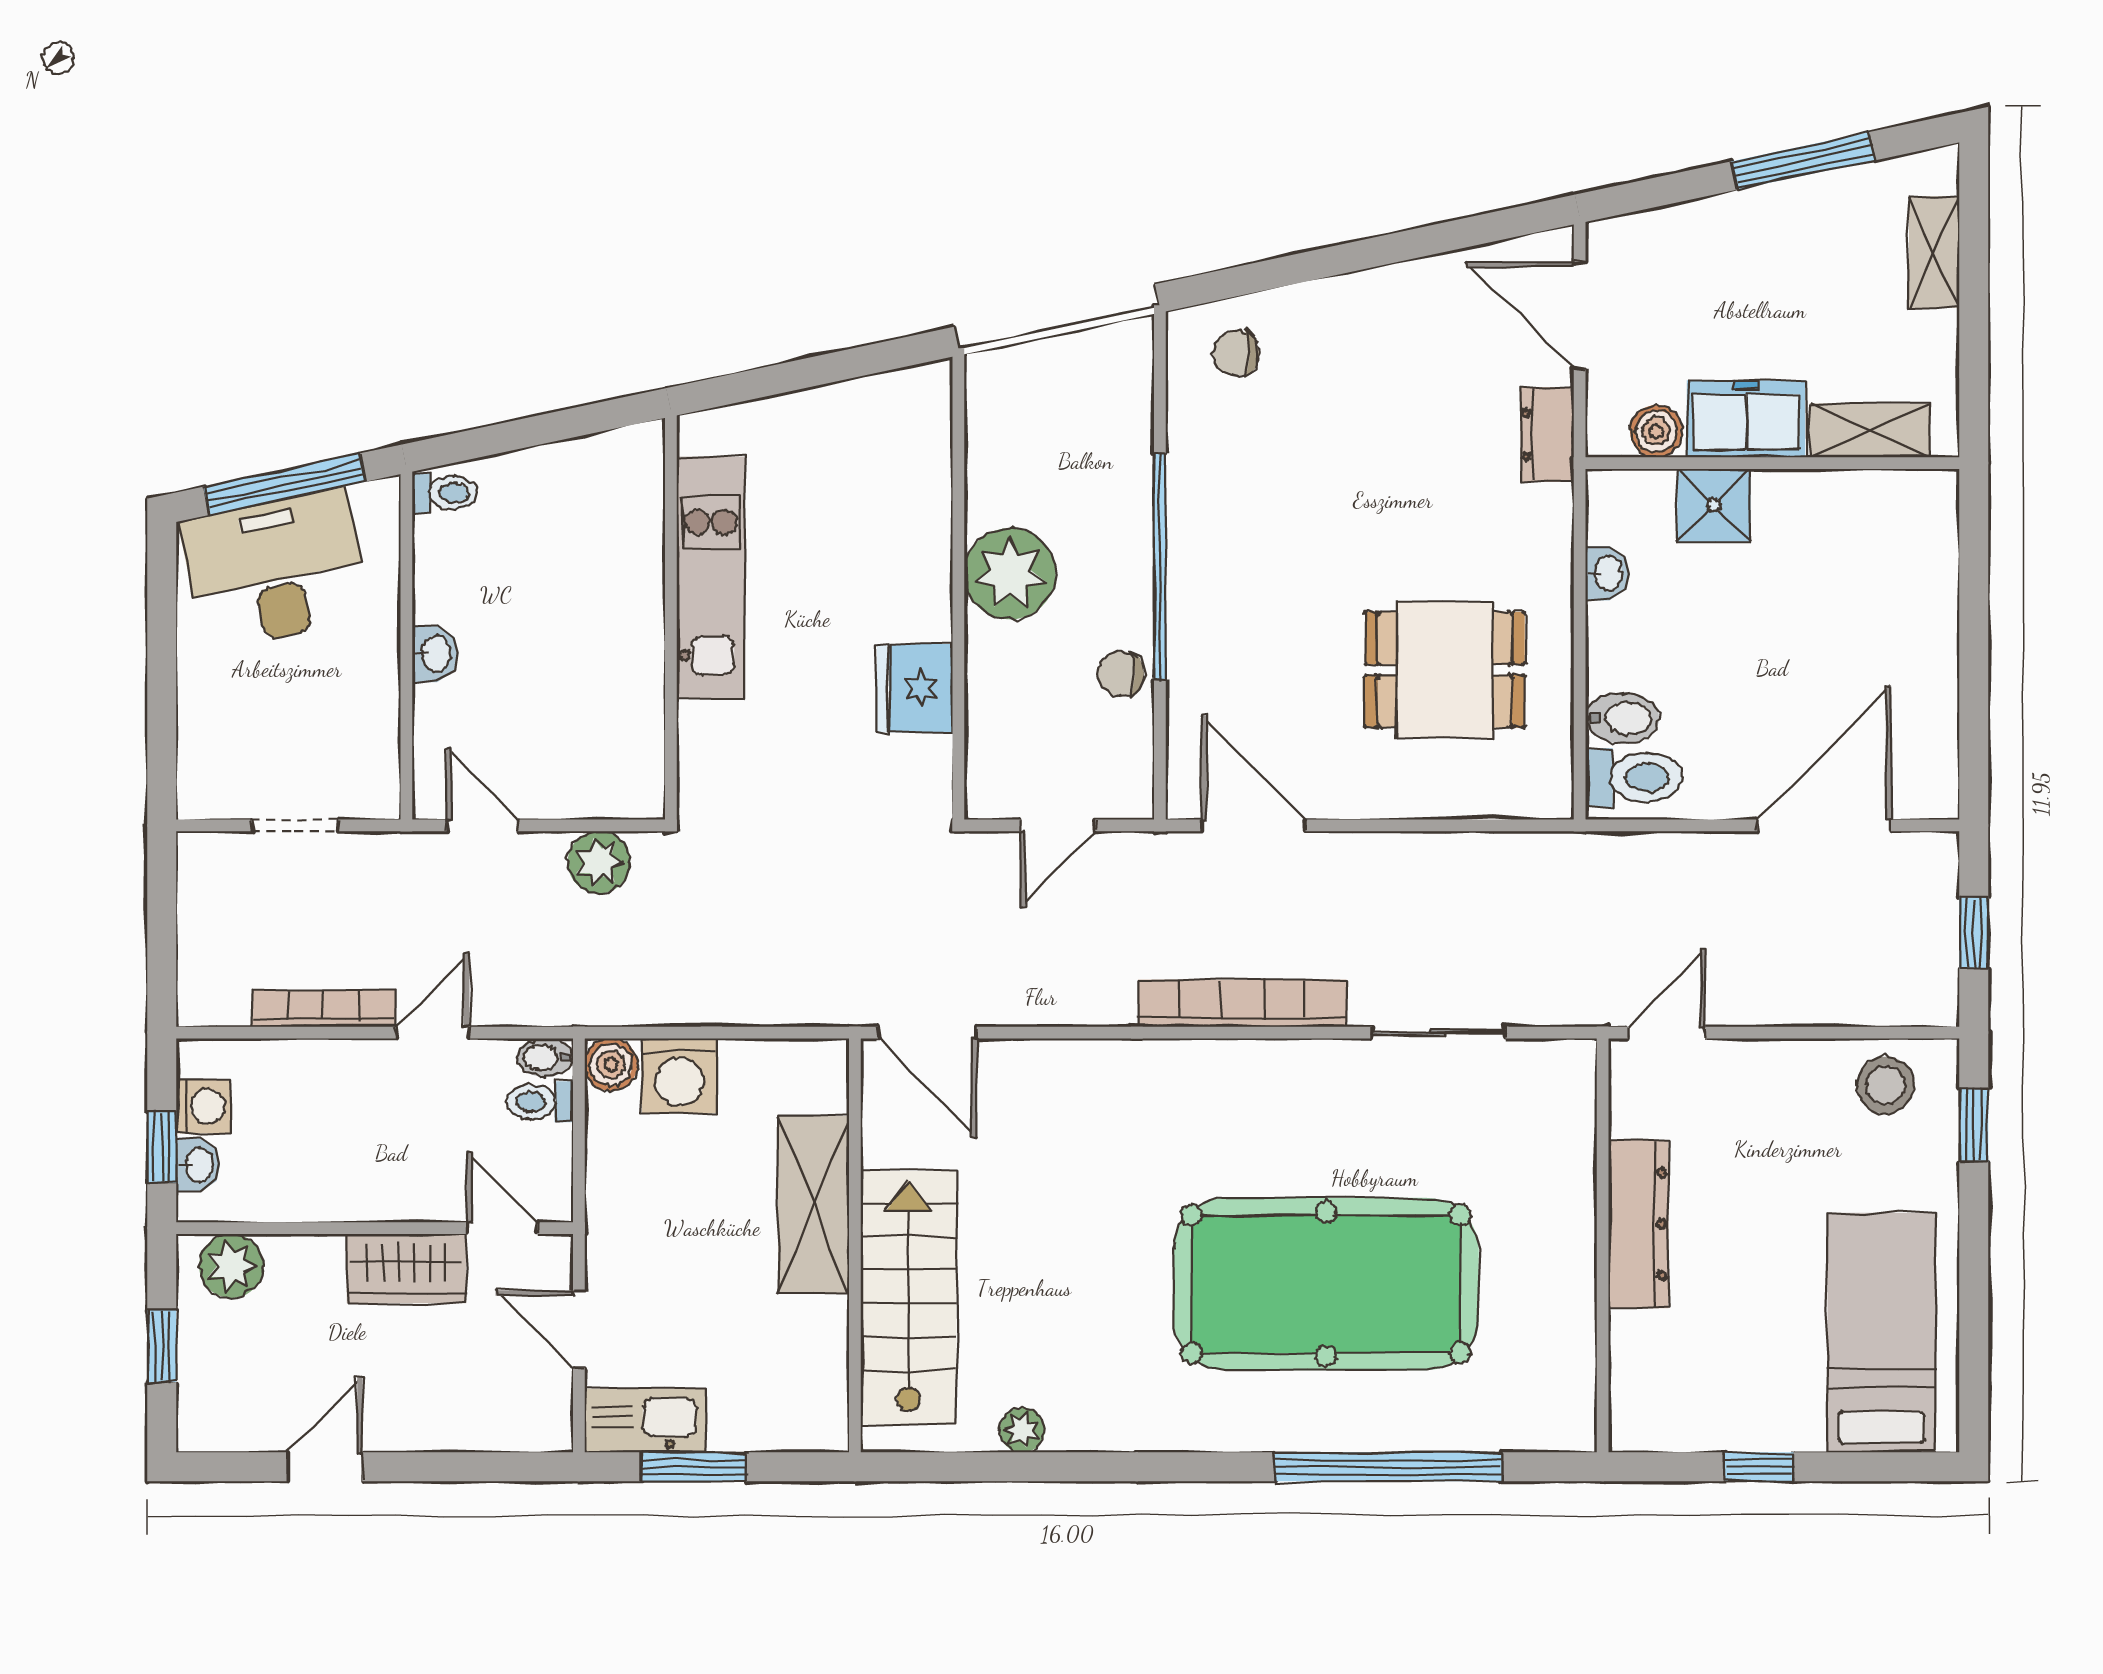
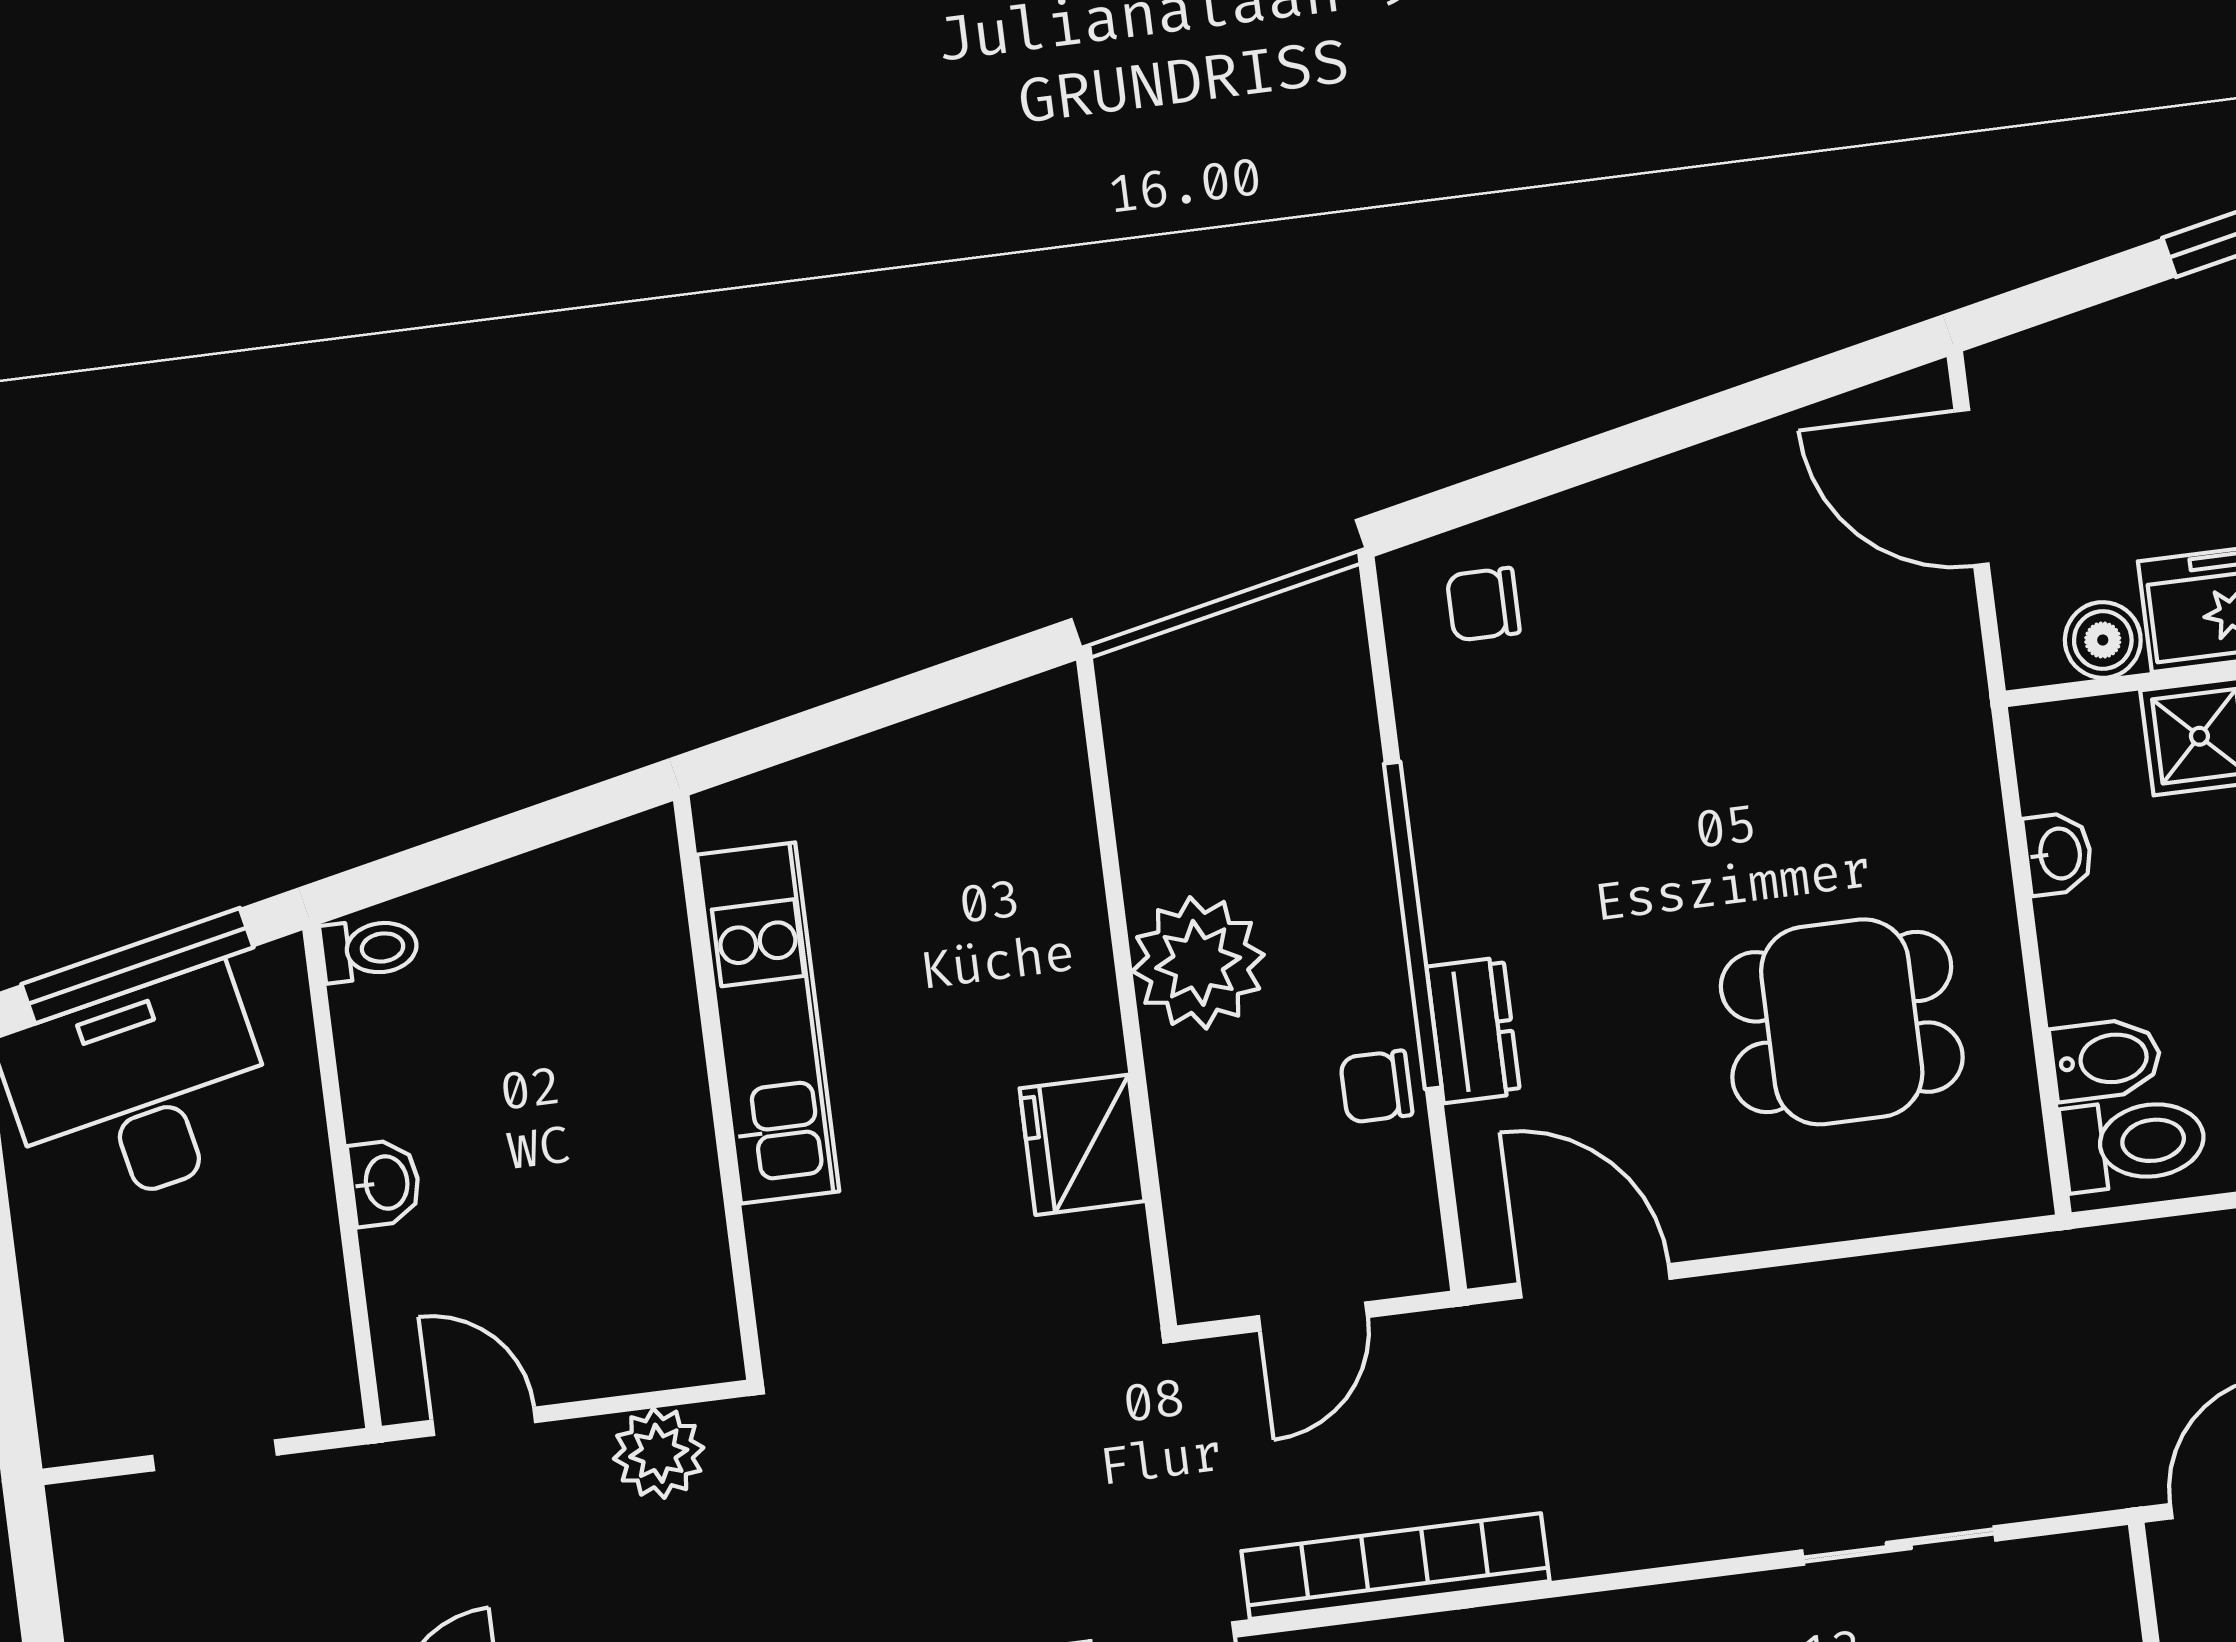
dresser: (1547, 435) -> (1473, 1030), moved, turned 180
bookcase: (1242, 1003) -> (1395, 1566), moved

